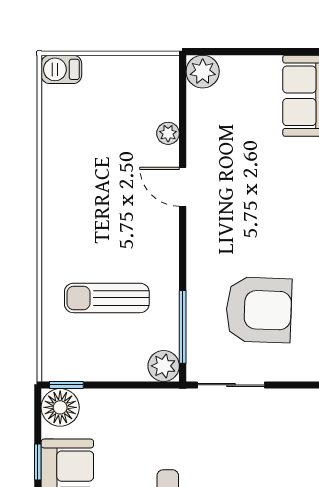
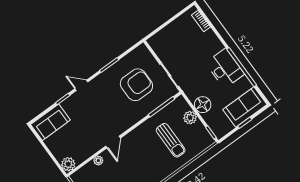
armchair: (259, 310) -> (136, 85), turned 88
plant: (164, 366) -> (190, 118), moved
floor lamp: (60, 407) -> (203, 105), moved

